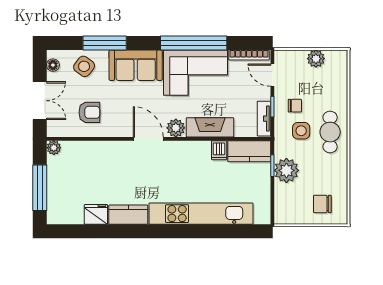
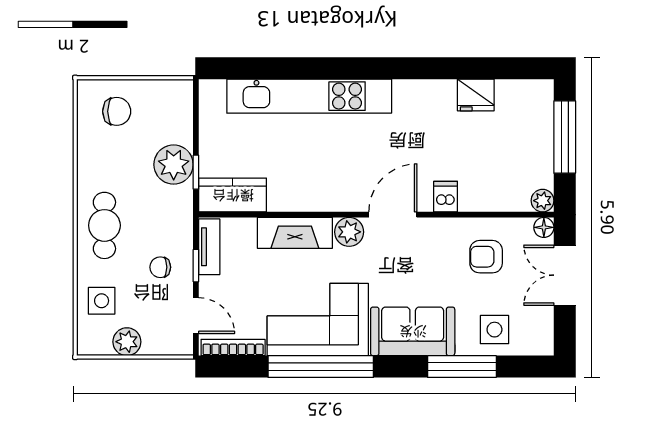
floor lamp: (53, 65) -> (544, 227), moved
side table: (84, 66) -> (494, 330), turned -37
side table: (301, 131) -> (102, 301), moved
door: (148, 139) -> (393, 215), swing flipped
dishwasher: (219, 150) -> (446, 197), moved
kitchen counter: (128, 215) -> (424, 94), removed

